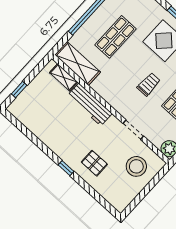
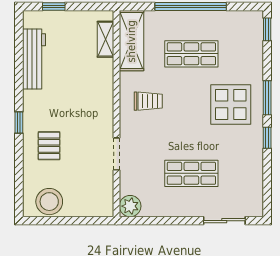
trolley: (149, 84) -> (148, 101), moved
workbench: (90, 104) -> (34, 59), moved, turned 180
stool: (136, 166) -> (49, 202), moved

